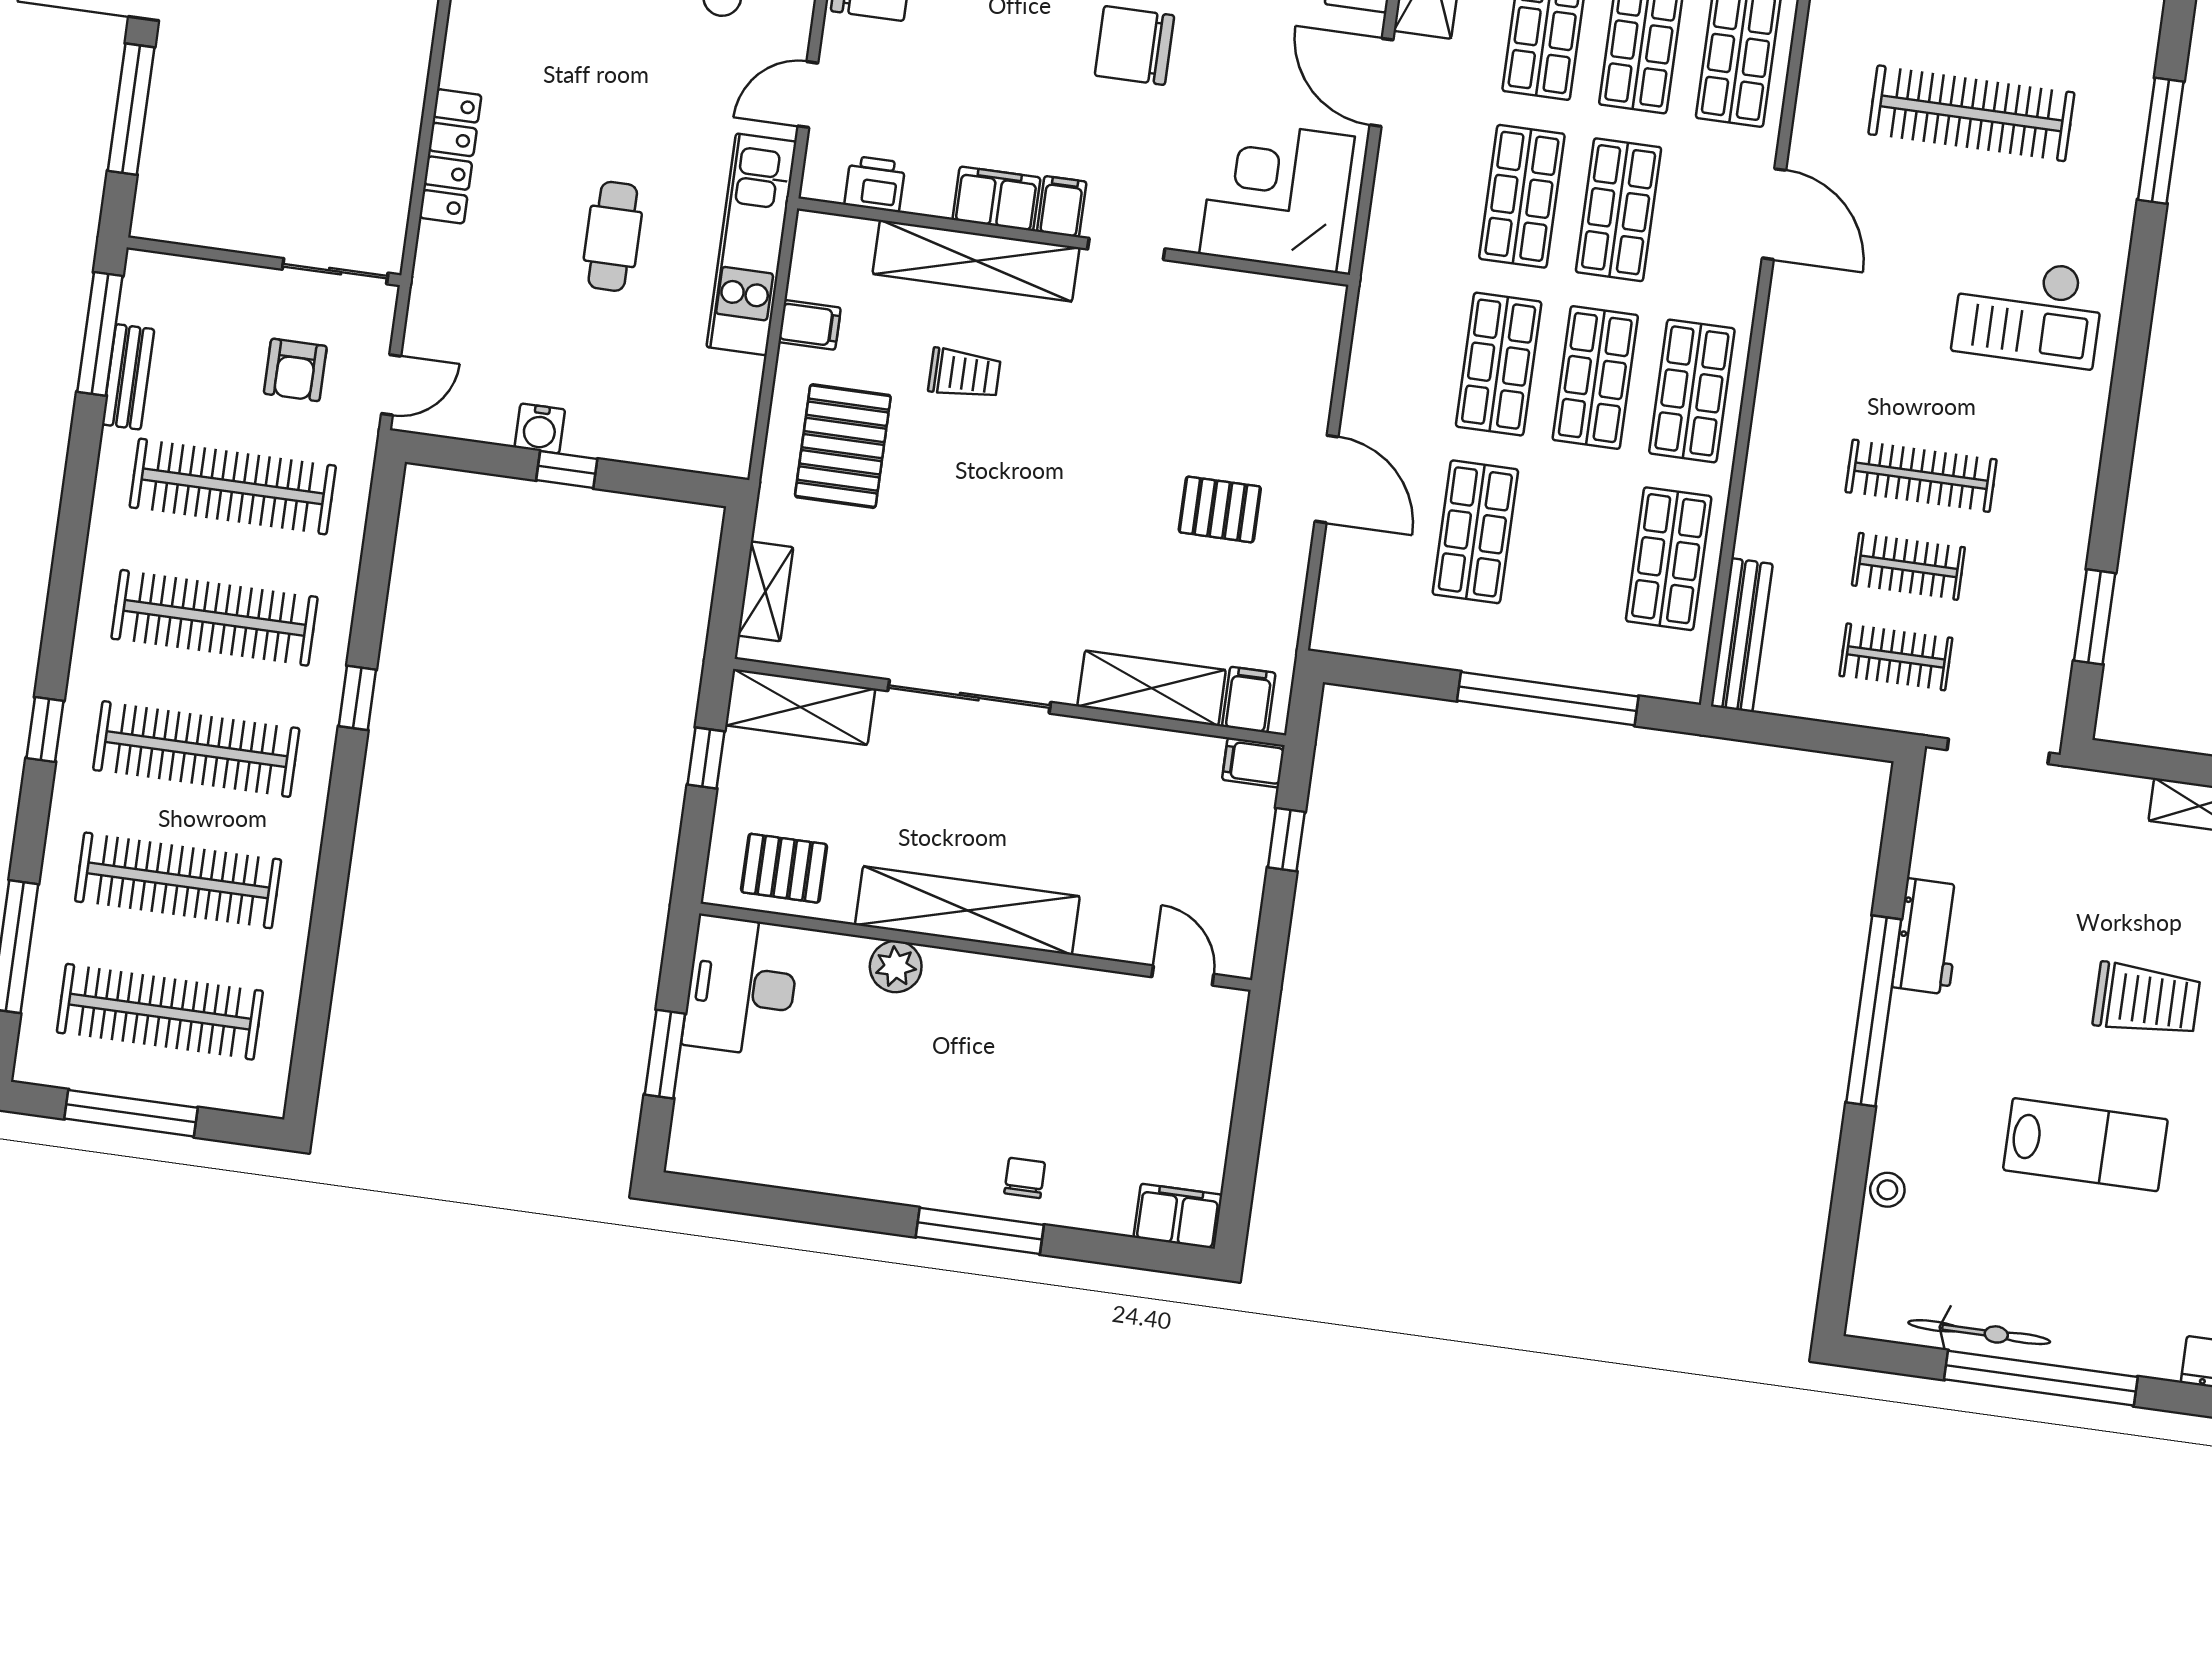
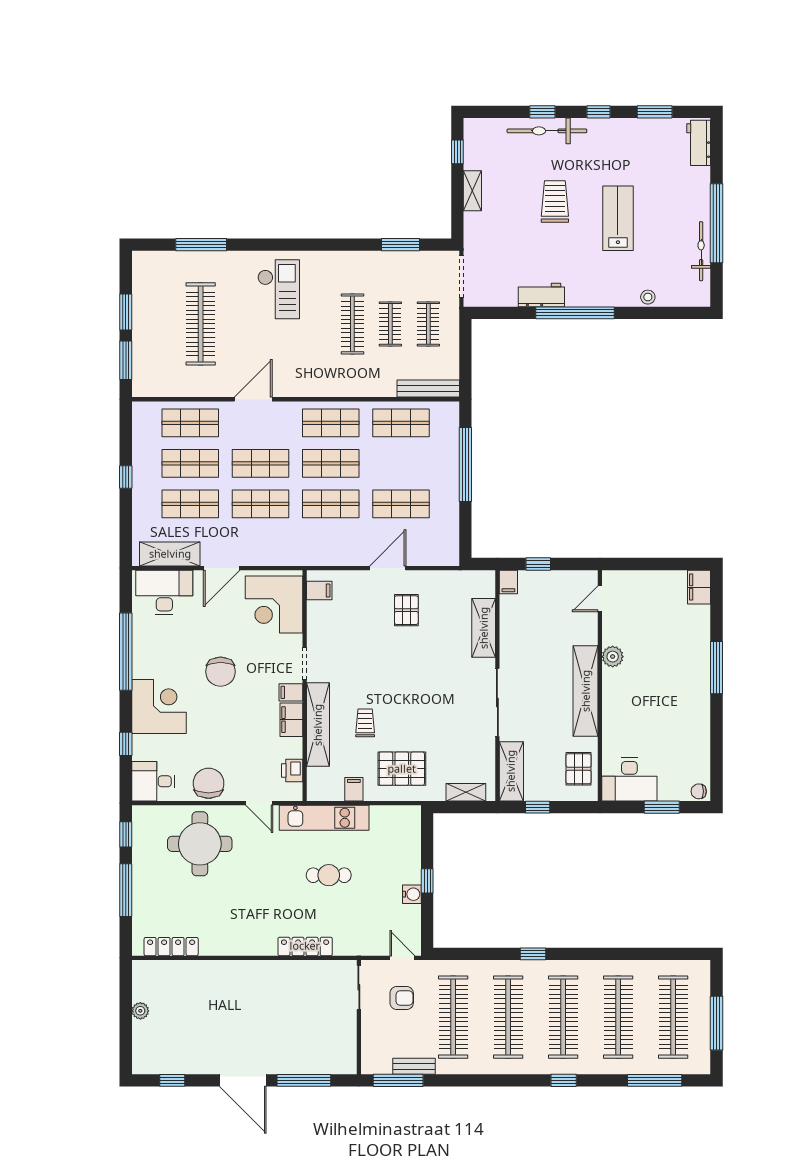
filing cabinet: (1249, 700) -> (319, 591), moved, turned 180
plant: (896, 967) -> (613, 657), moved
chair: (1025, 1178) -> (699, 791), moved

